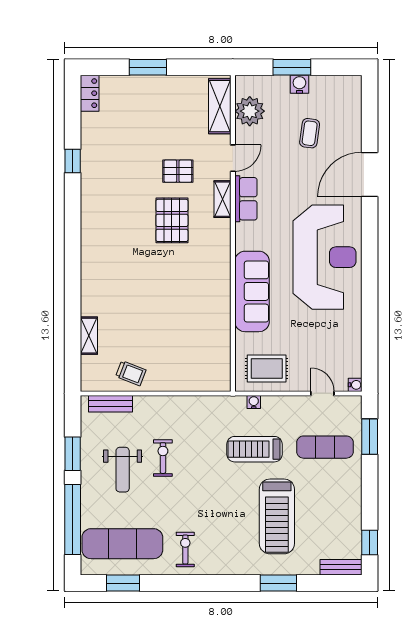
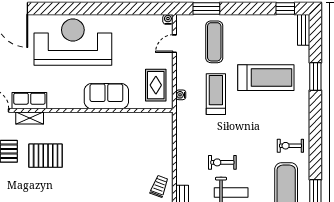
sofa: (252, 291) -> (106, 96), width x0.73
treadmill: (254, 449) -> (216, 94), turned 180

